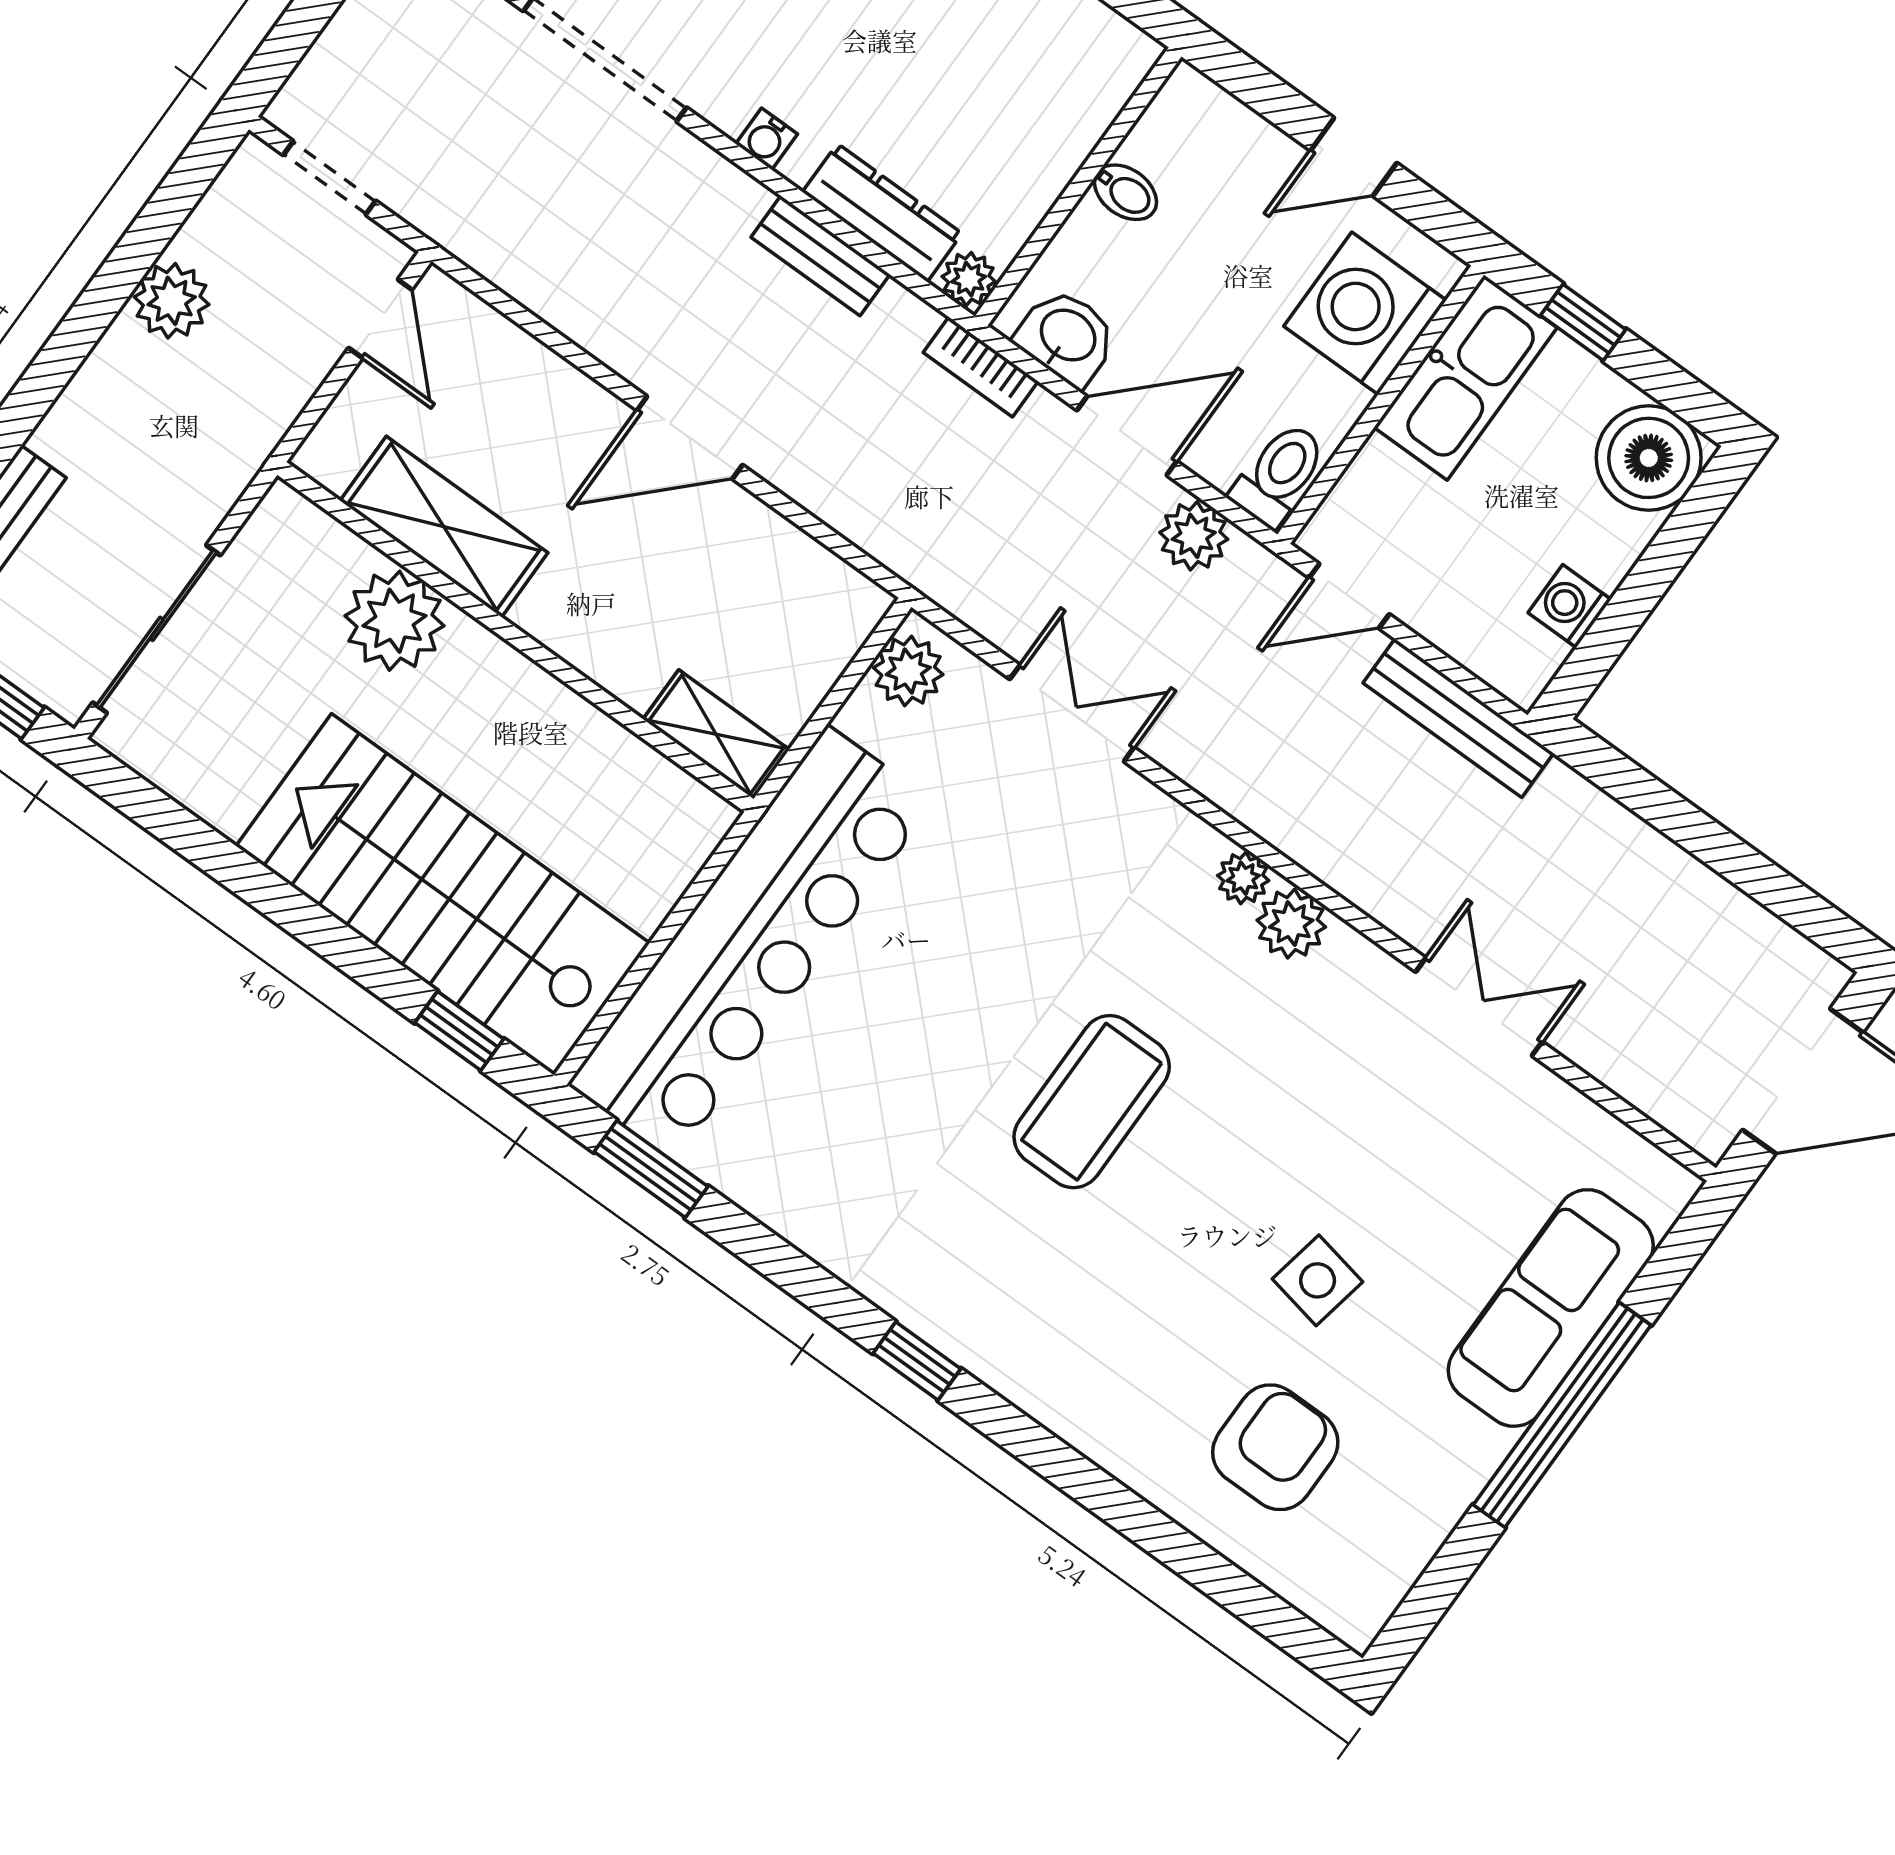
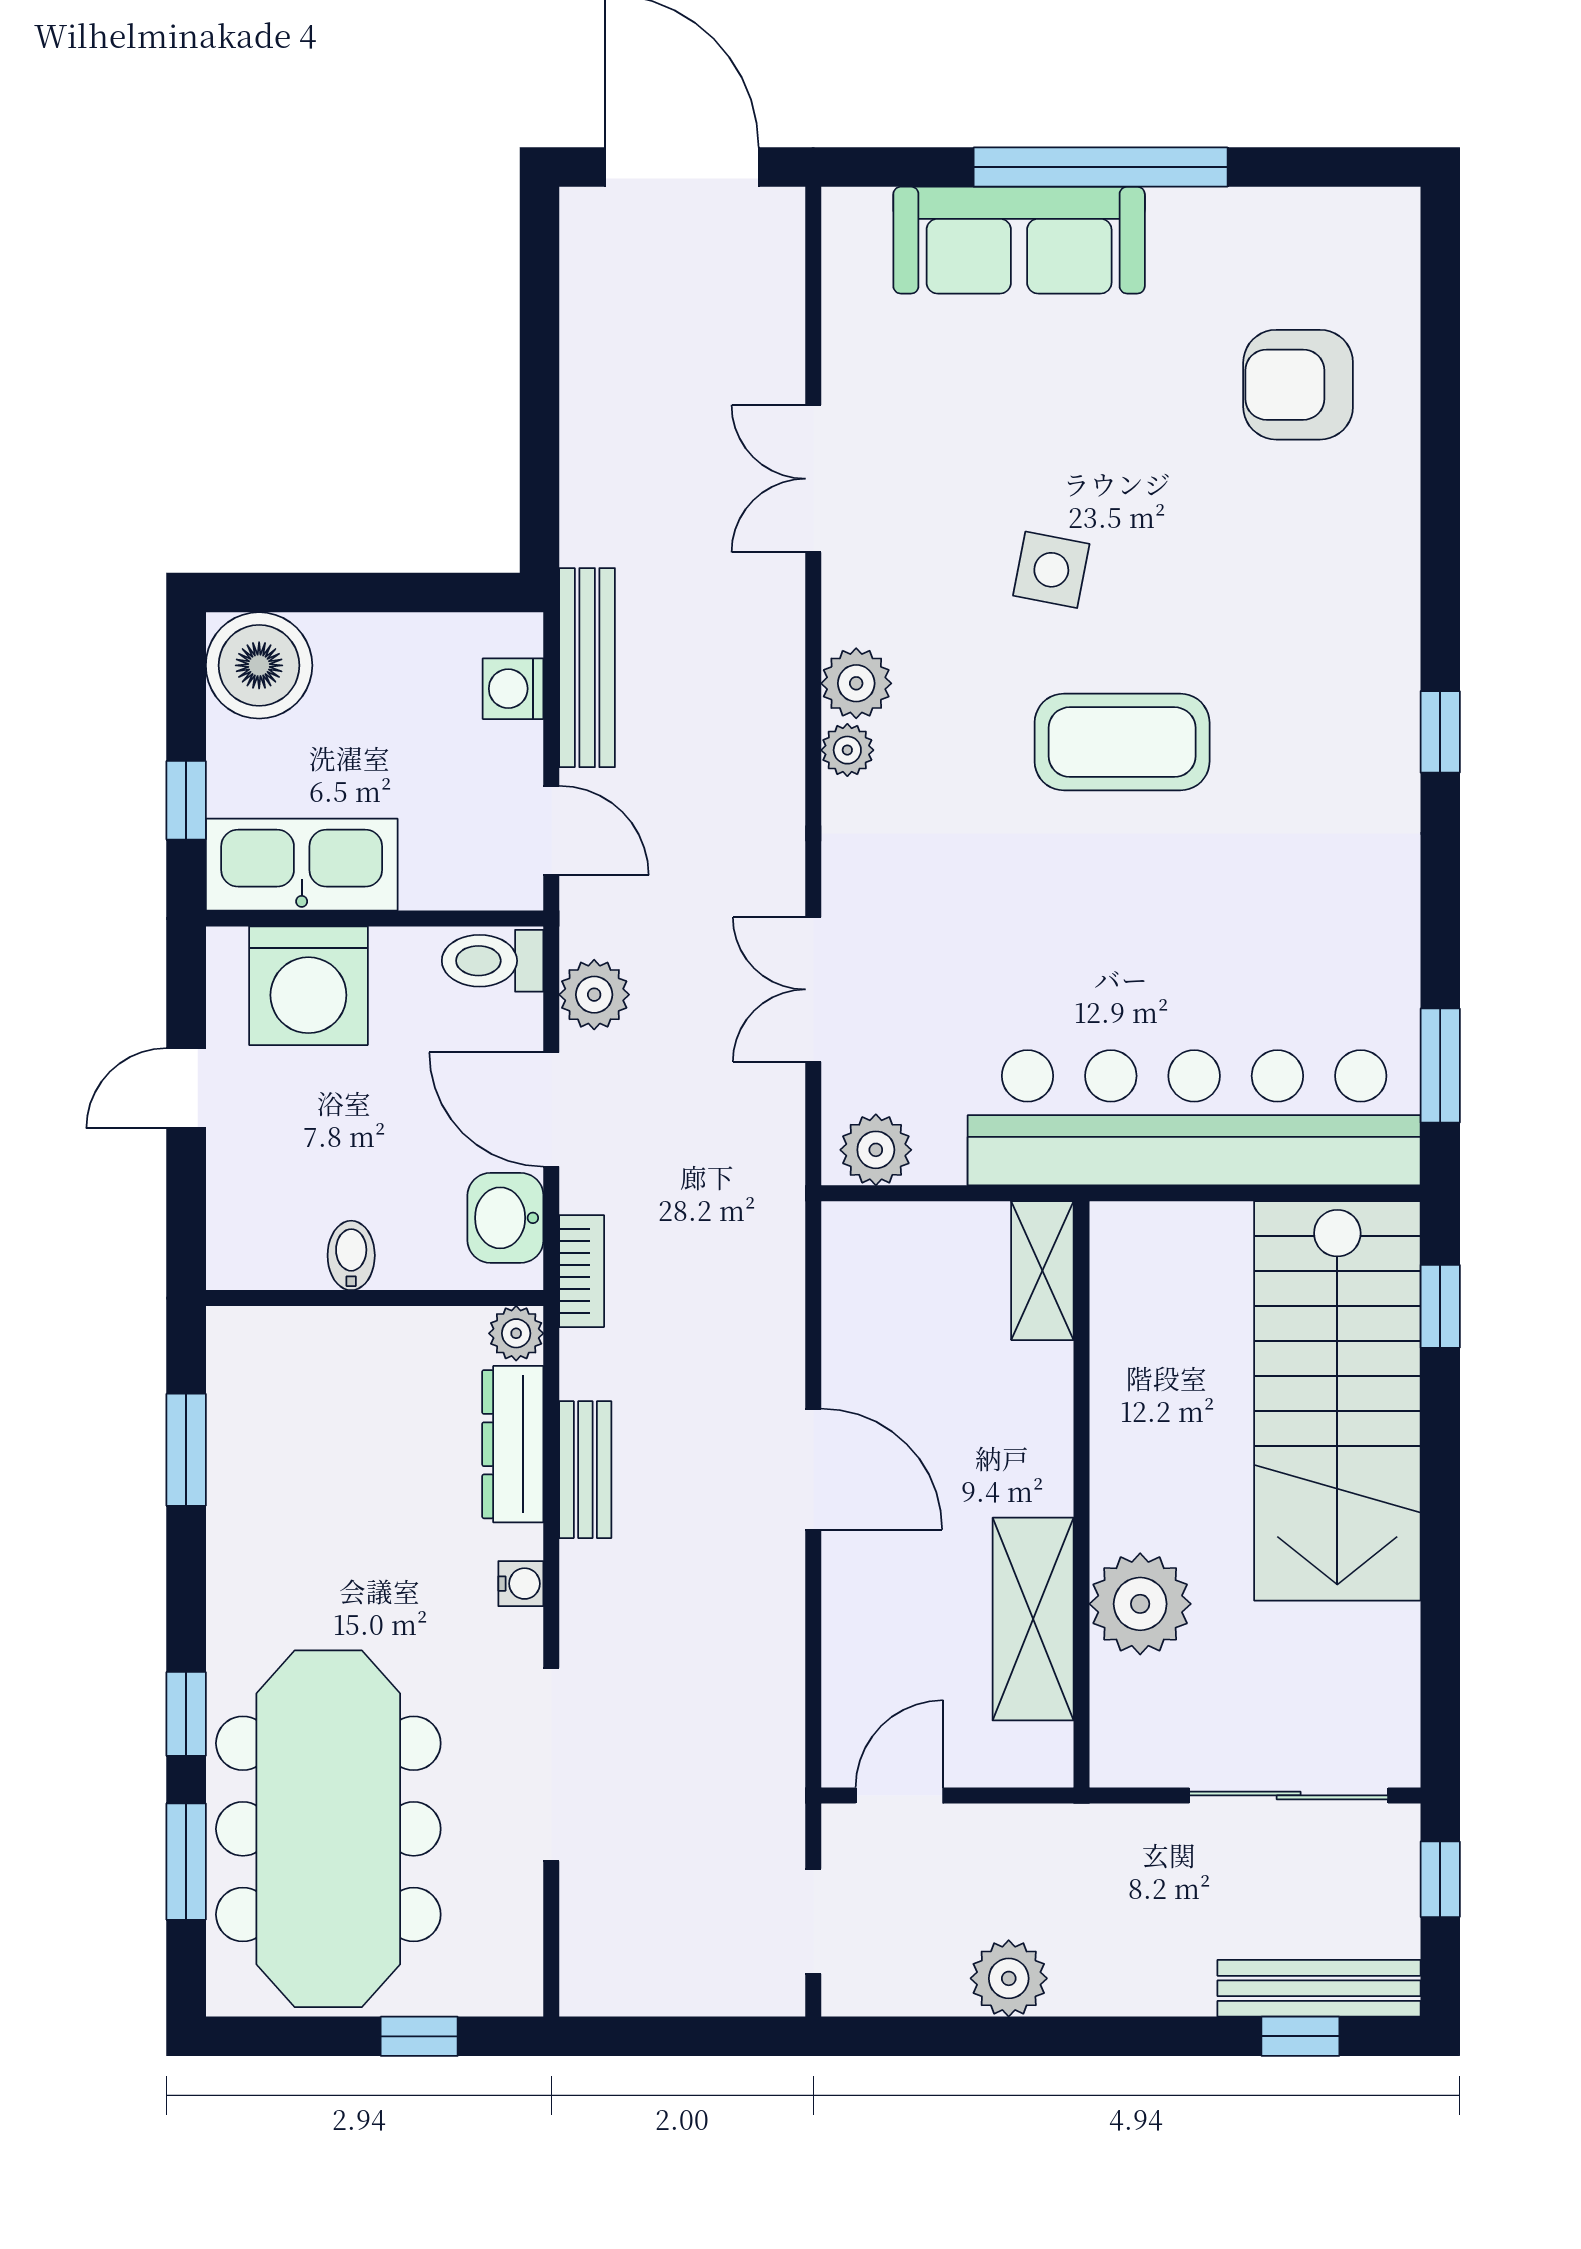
door: (1354, 157) -> (186, 1088), swing flipped
washing machine: (1570, 606) -> (513, 689), moved, turned 90
side table: (1318, 1280) -> (1051, 570), moved

